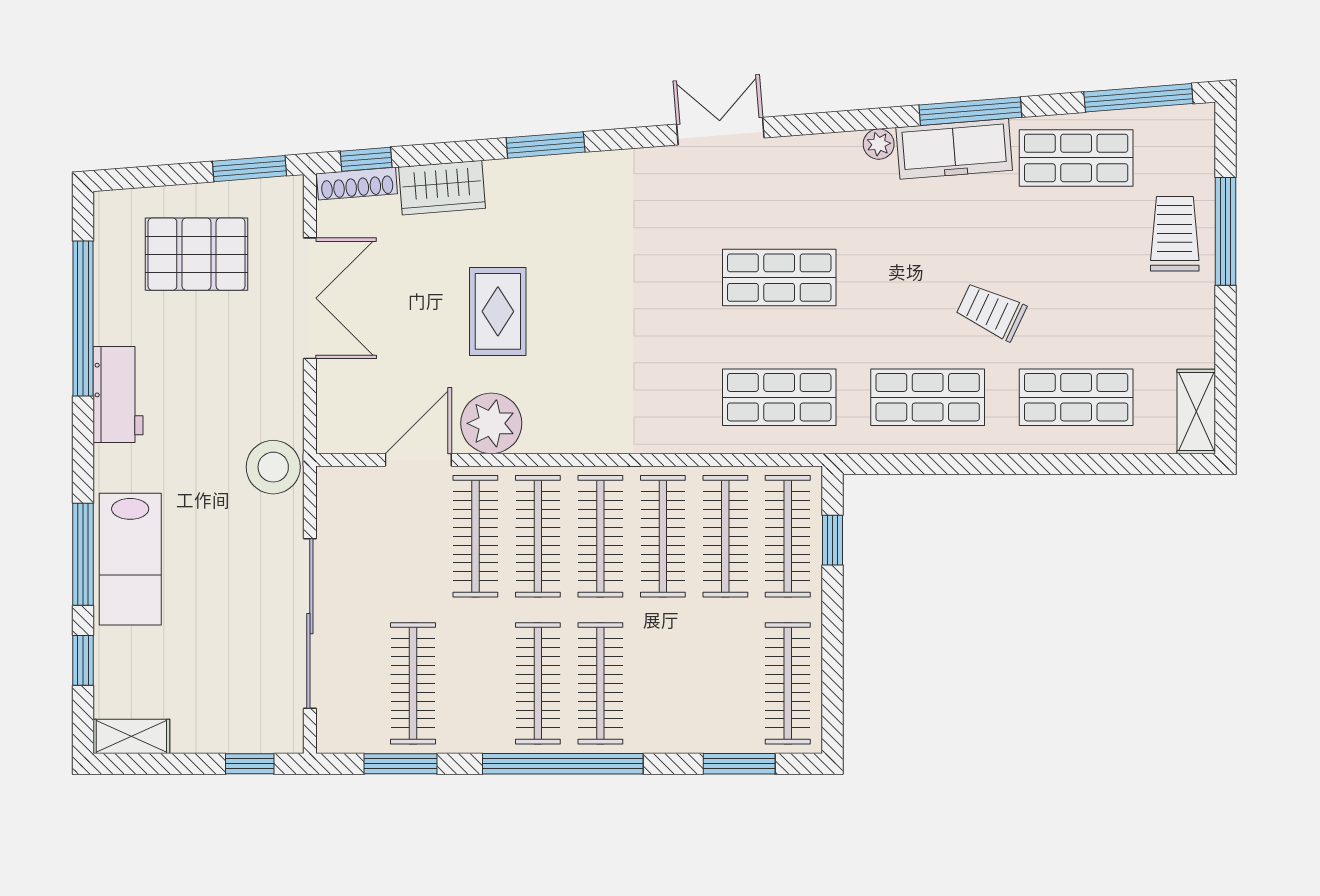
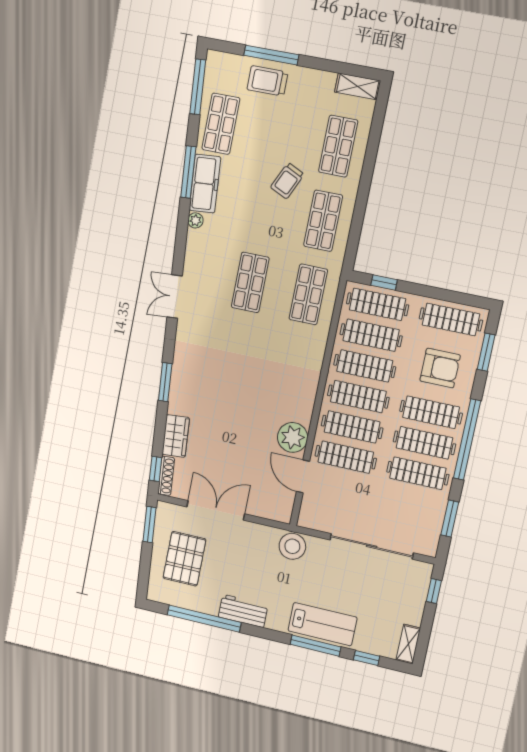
rug: (498, 311) -> (240, 422), removed
clothes rail: (413, 683) -> (418, 473), moved
armchair: (690, 683) -> (440, 368), added

